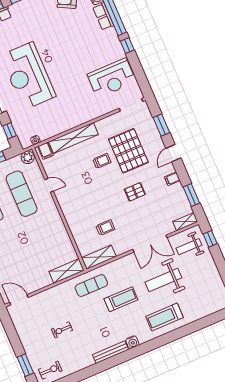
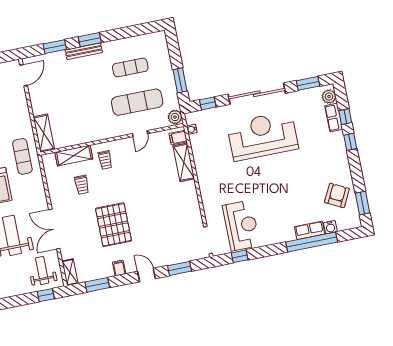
window: (127, 45) -> (240, 256), moved
reception desk: (112, 78) -> (241, 225), turned 180
shelving: (73, 138) -> (184, 162), width x0.68
pallet: (128, 151) -> (159, 227), removed
trolley: (102, 161) -> (105, 160), moved
pallet: (135, 192) -> (113, 225), width x2.05, depth x2.00
shelving: (99, 257) -> (74, 156), moved, turned 90

